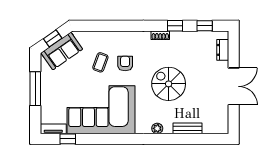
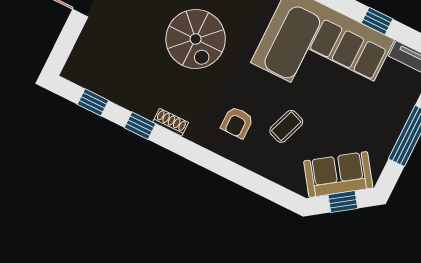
dresser: (223, 50) -> (83, 50), removed
armchair: (125, 63) -> (237, 122), moved
window: (68, 139) -> (377, 21), moved

